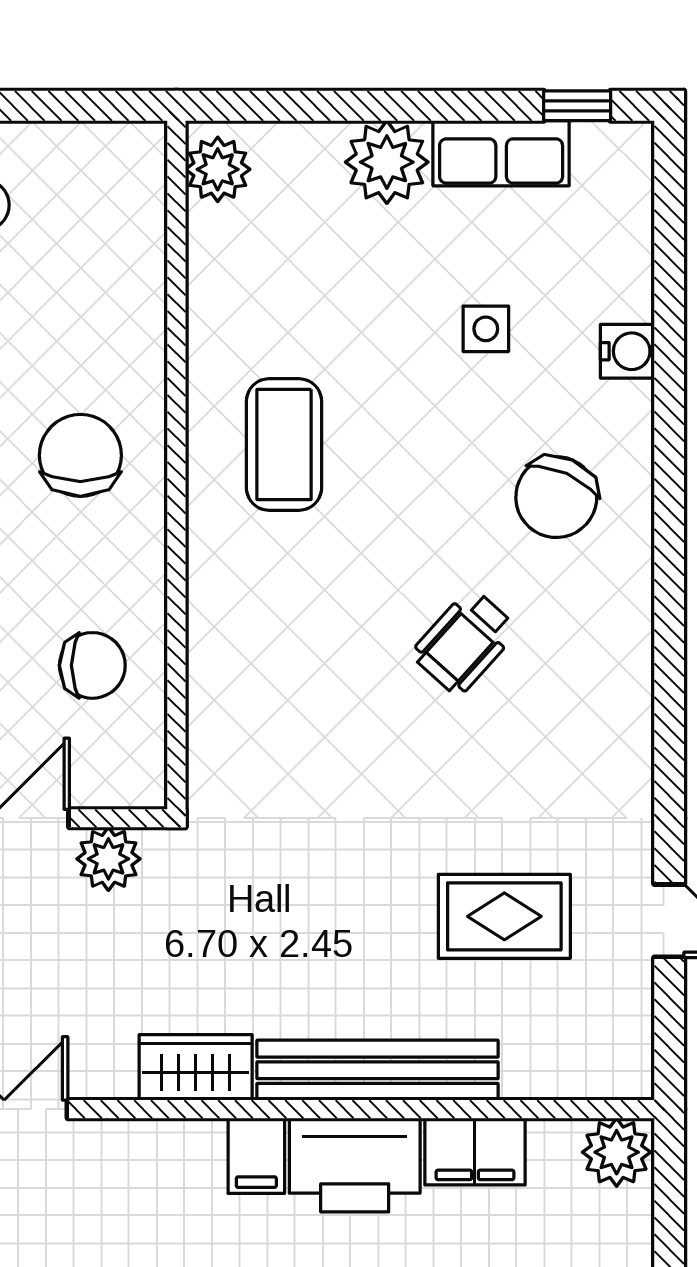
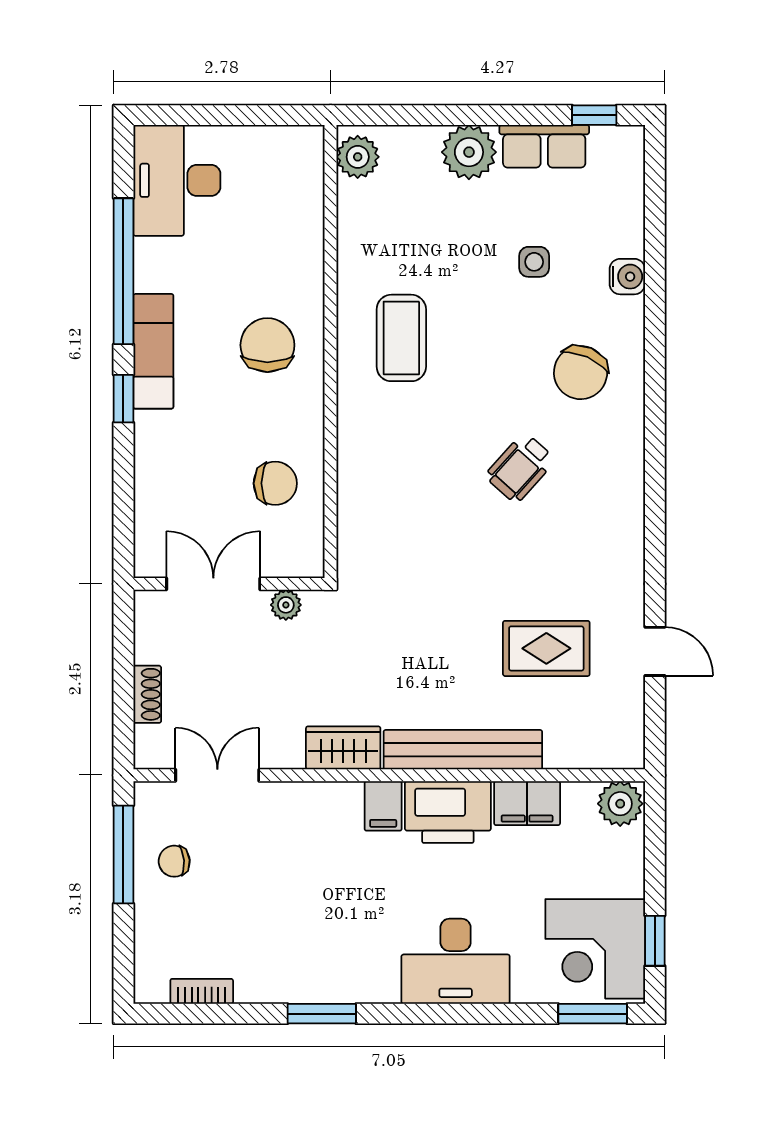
plant: (108, 859) -> (286, 605), width x0.73, depth x0.73

